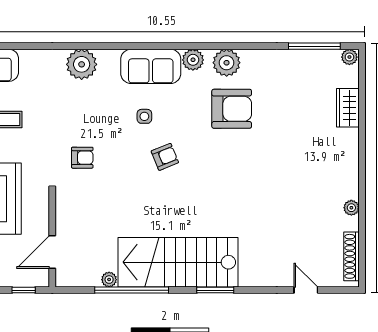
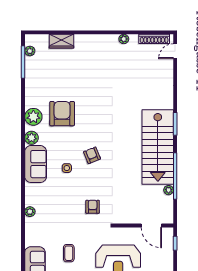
plant: (349, 57) -> (30, 51), moved
plant: (82, 64) -> (30, 212), width x0.53, depth x0.53
door: (306, 290) -> (175, 51), moved

